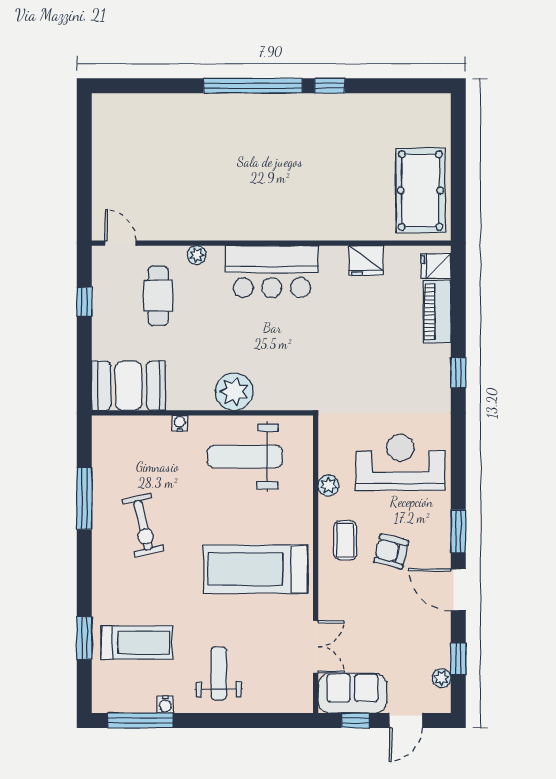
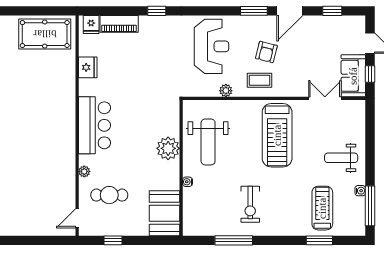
reception desk: (400, 462) -> (211, 46), turned 180
exercise bike: (143, 525) -> (250, 204), turned 103
plant: (441, 678) -> (344, 21), removed

